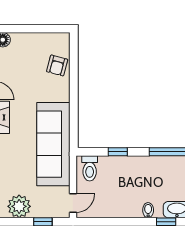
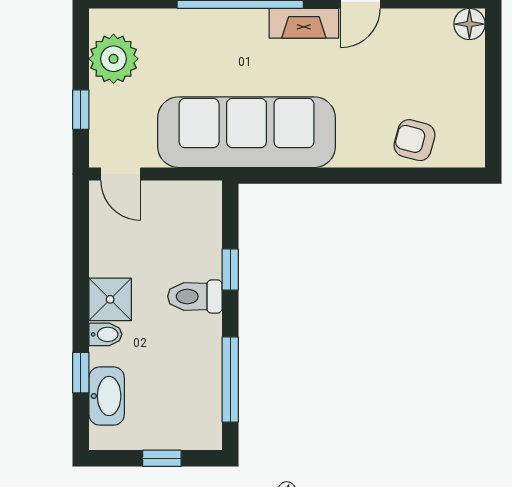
toilet: (90, 168) -> (195, 296), moved
shower: (132, 208) -> (110, 299), added

